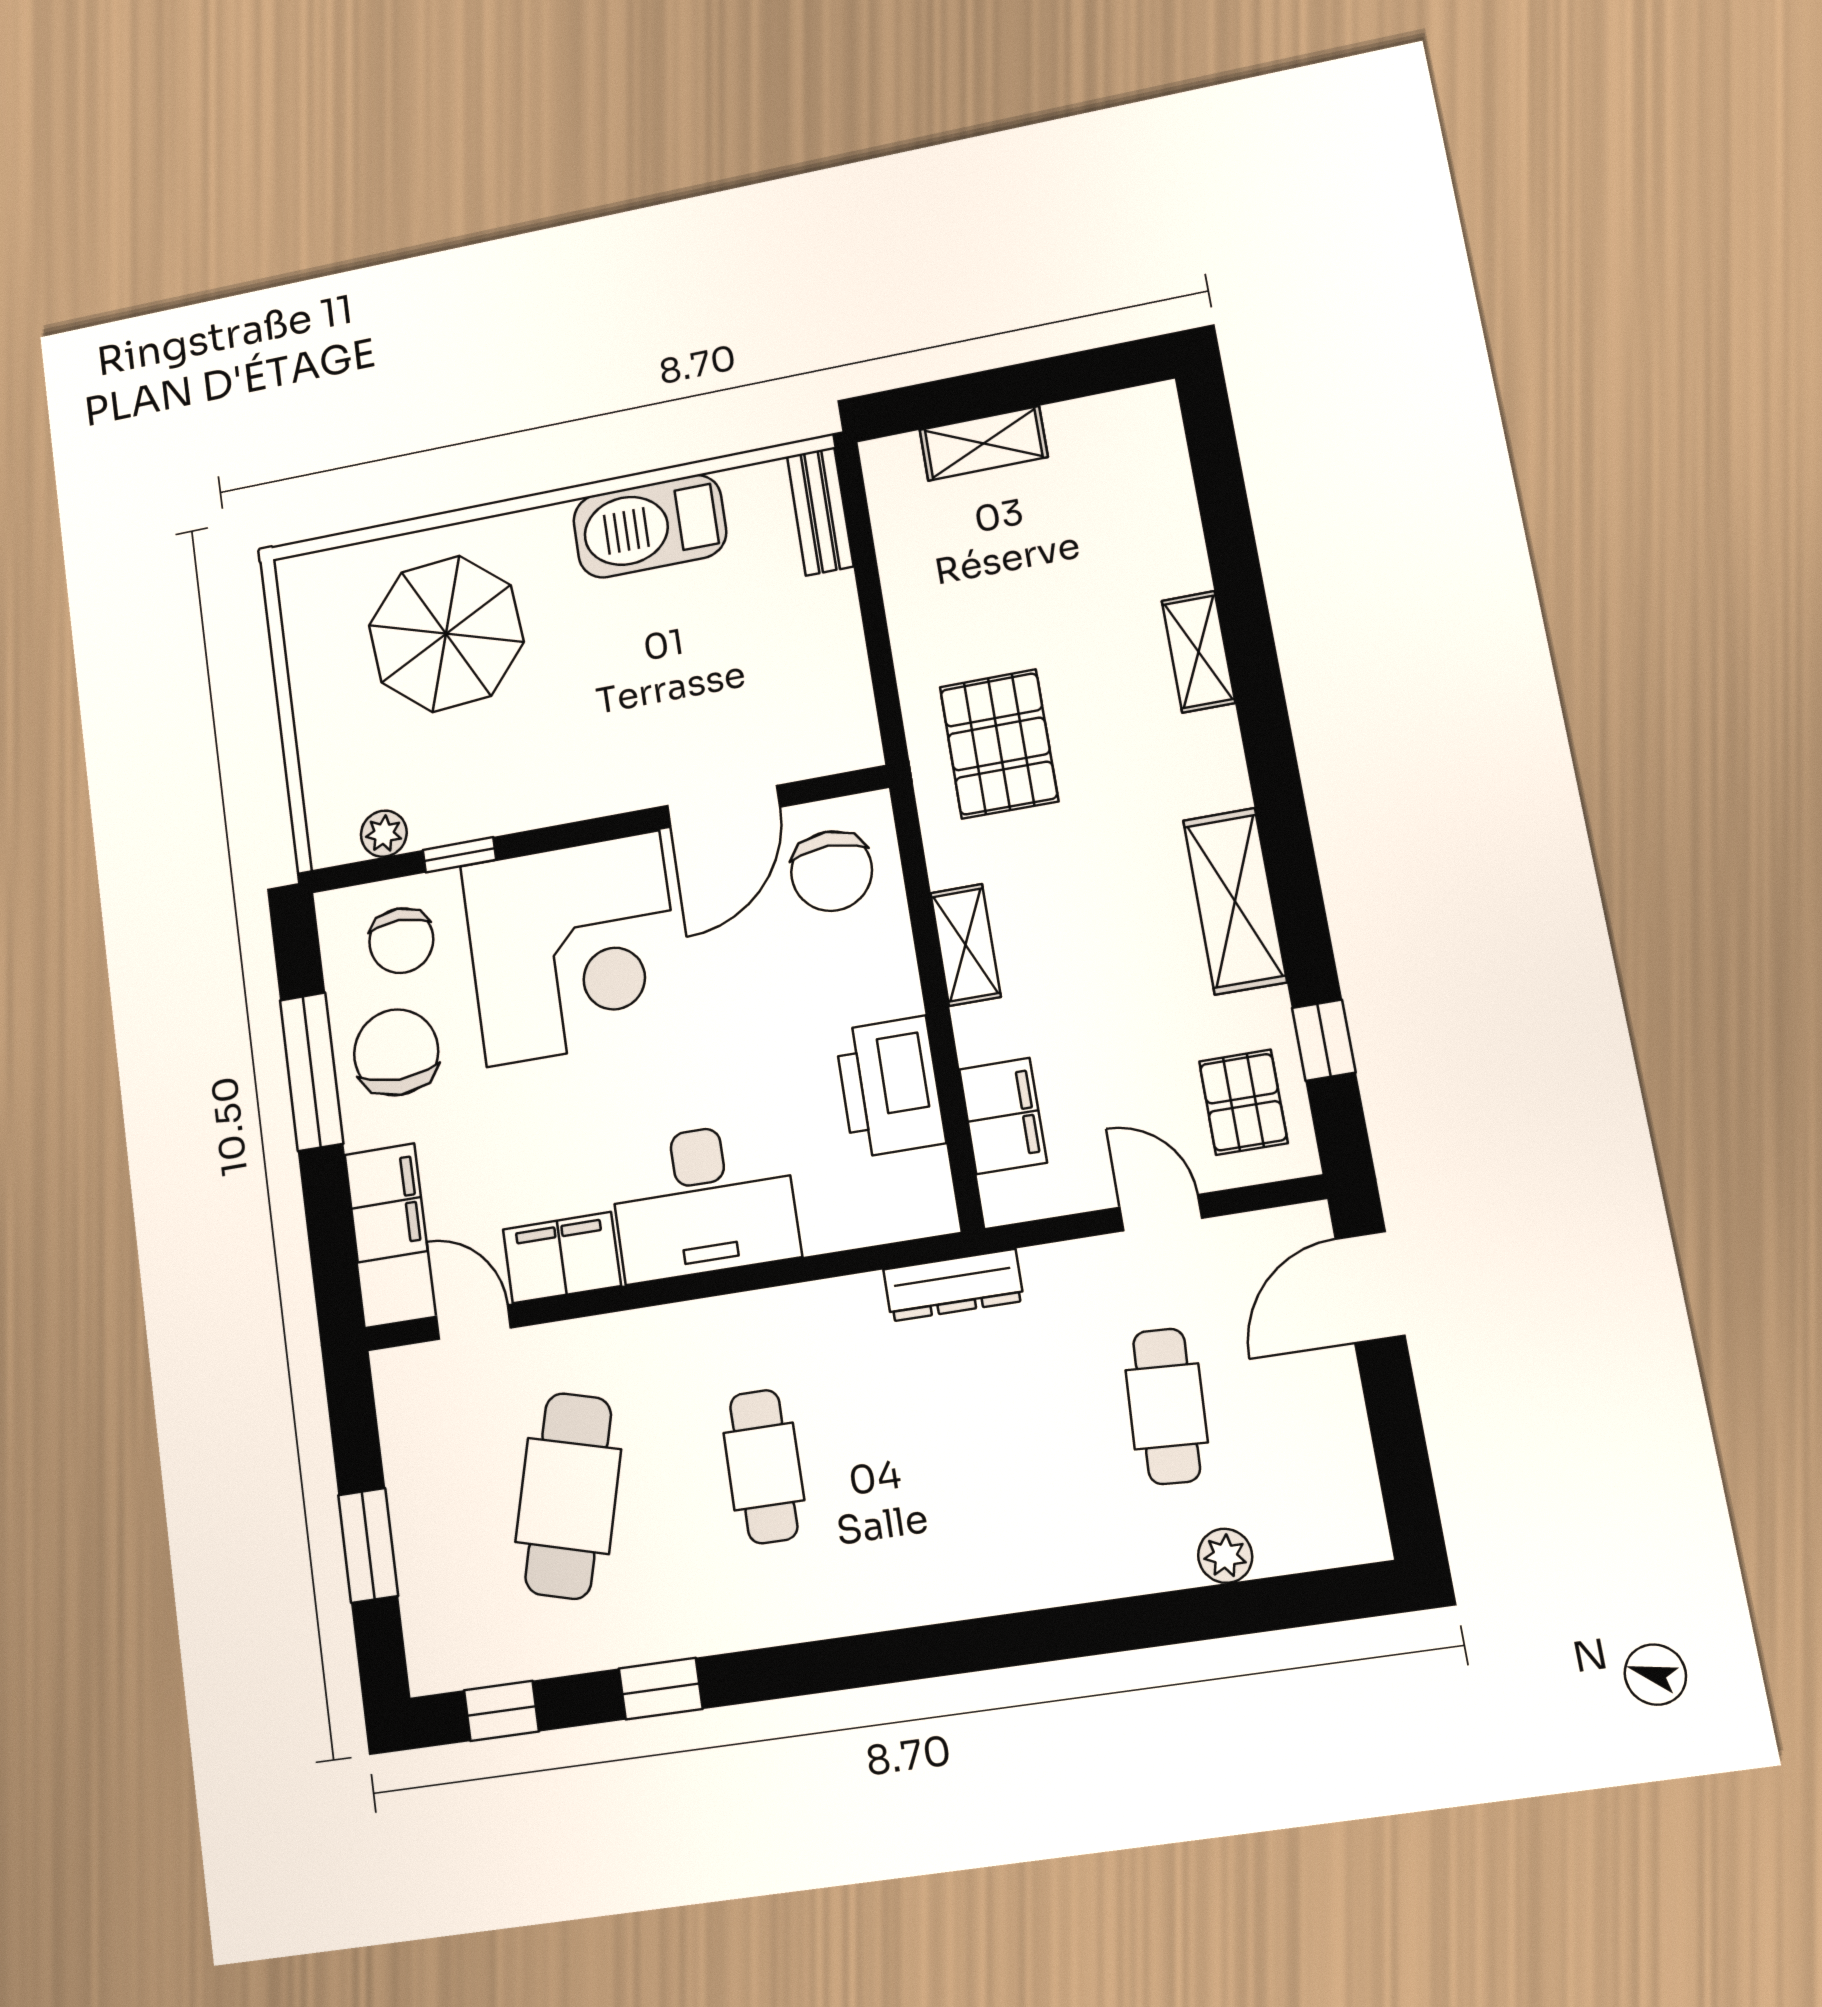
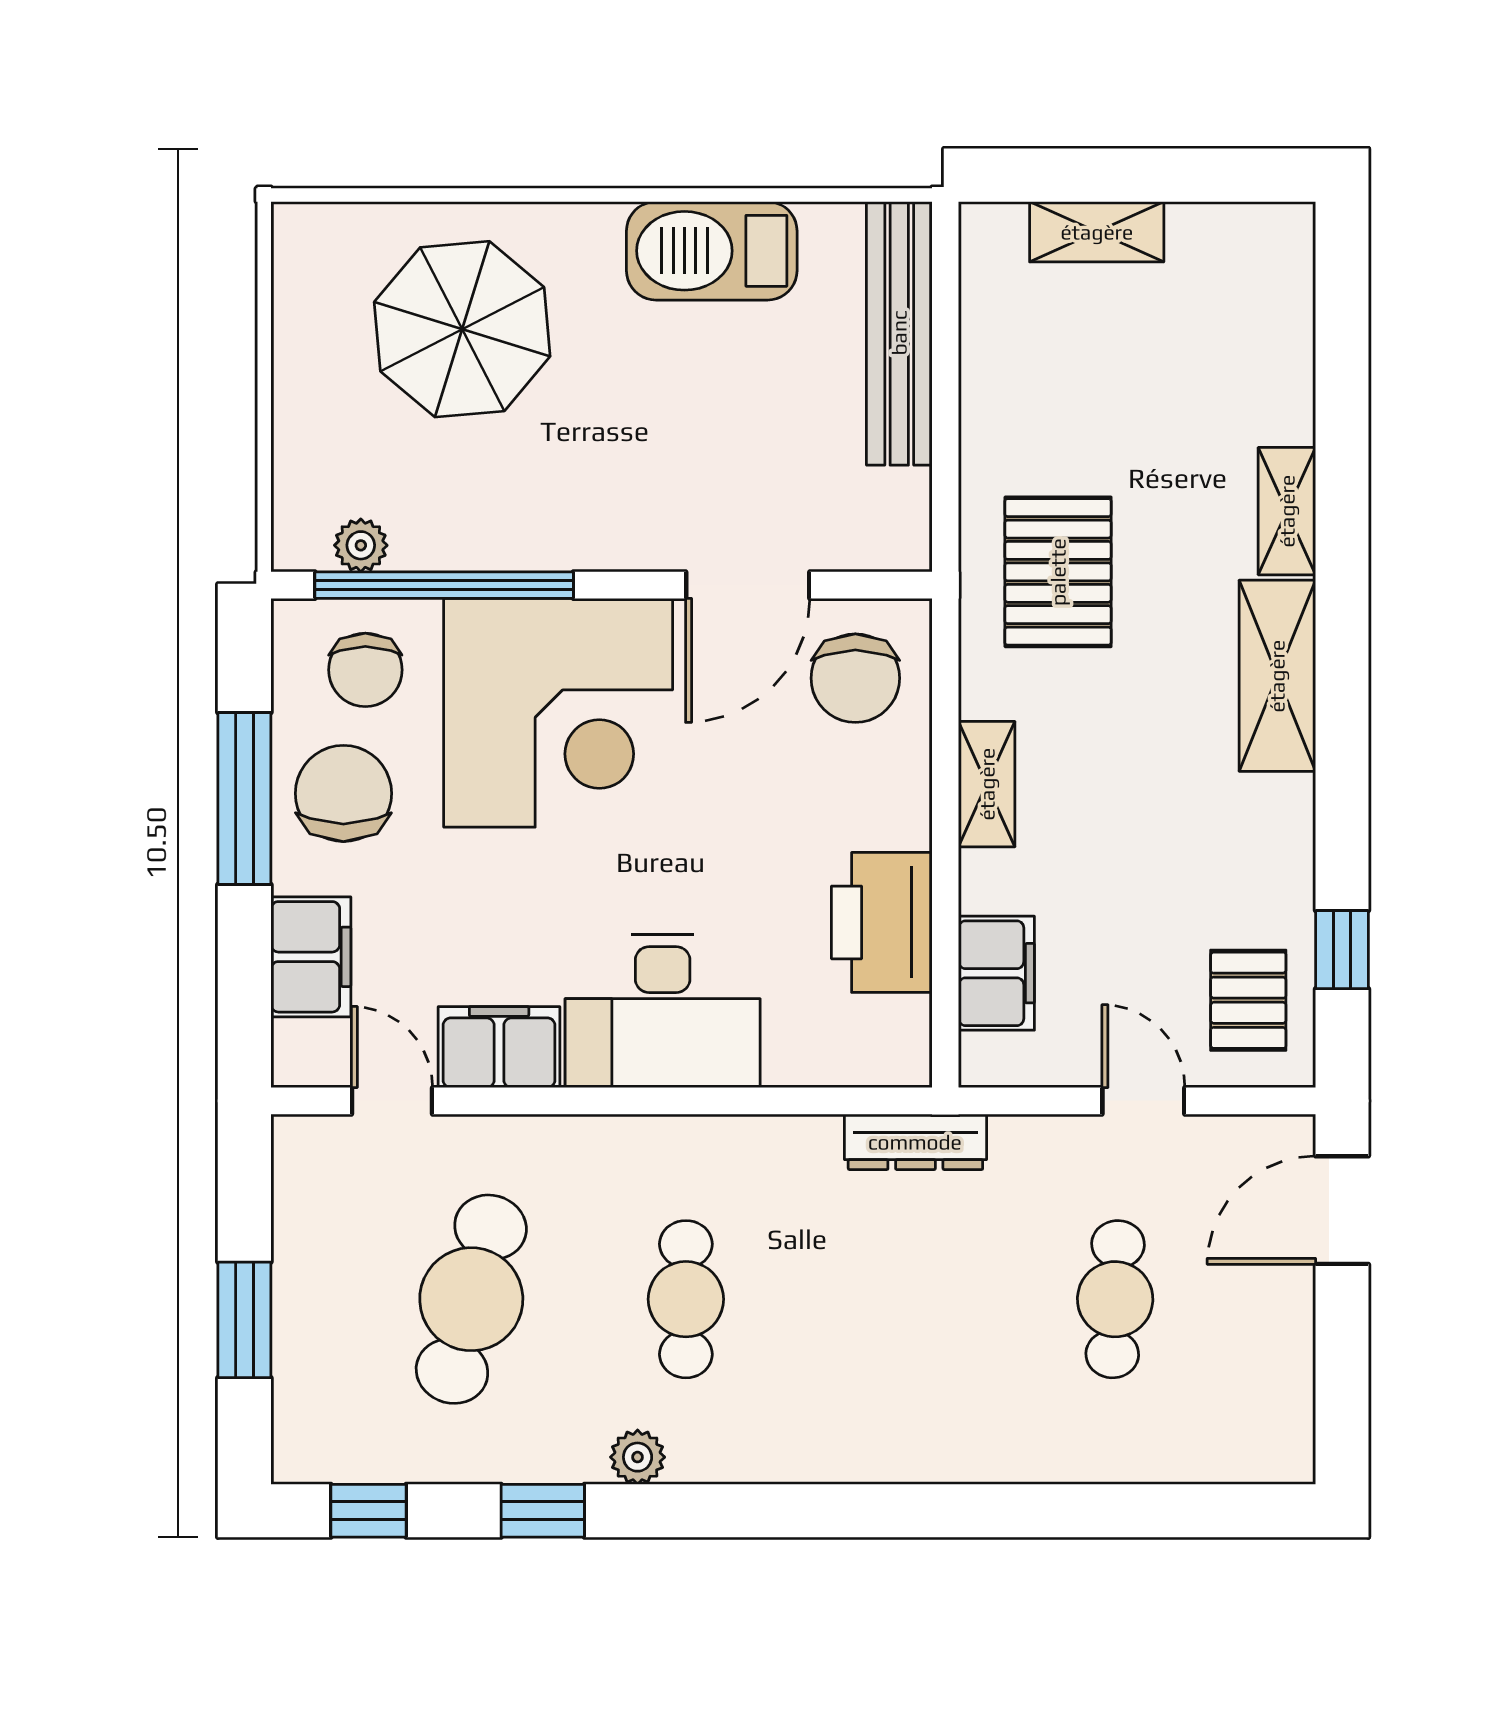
bench: (820, 511) -> (899, 333), width x1.86, depth x1.21
window: (459, 855) -> (444, 585), width x3.17
shelving: (1235, 901) -> (1277, 676), moved
plant: (1225, 1556) -> (638, 1457), moved

